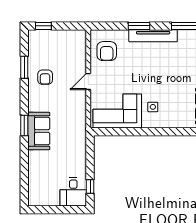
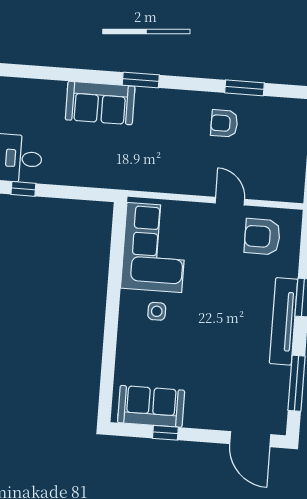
door: (88, 81) -> (230, 201), moved
sofa: (39, 131) -> (100, 103), moved

